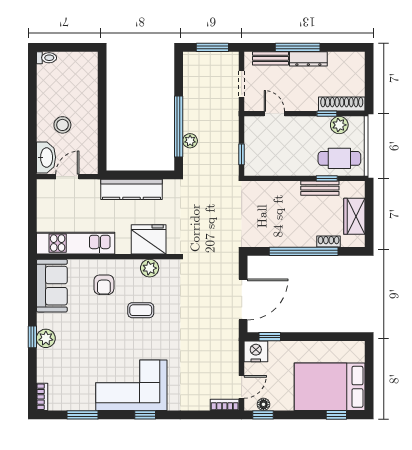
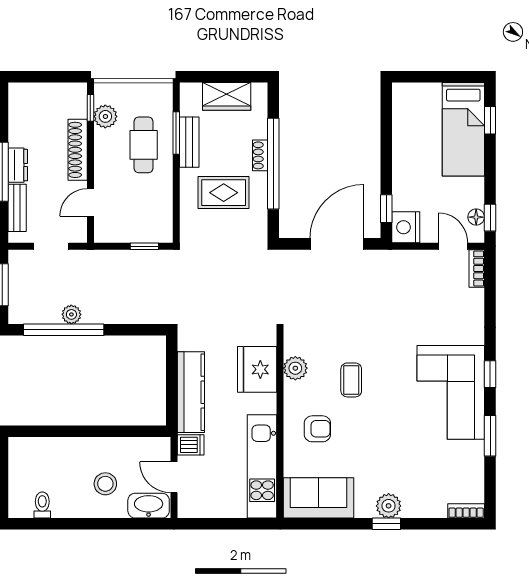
toilet: (46, 58) -> (42, 505), moved
dresser: (308, 59) -> (18, 165), width x0.70
shoe rack: (342, 104) -> (78, 150), moved
window: (327, 114) -> (90, 108), moved
window: (179, 126) -> (64, 330), moved
plant: (190, 141) -> (71, 314), moved
cafe table: (339, 158) -> (144, 145), moved
window: (327, 178) -> (176, 133), width x1.50
dishwasher: (92, 189) -> (191, 445), added
rug: (282, 214) -> (224, 193), added
shoe rack: (329, 242) -> (260, 155), moved
door: (243, 299) -> (337, 244), hinge flipped
bed: (330, 387) -> (463, 129), width x0.67
window: (82, 415) -> (490, 436), moved

